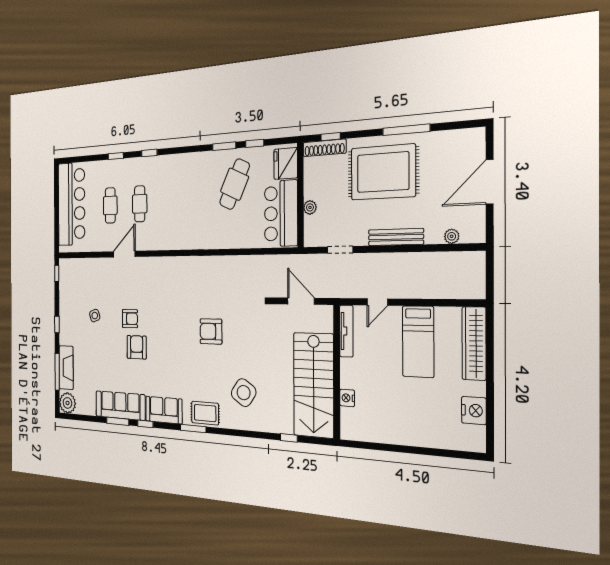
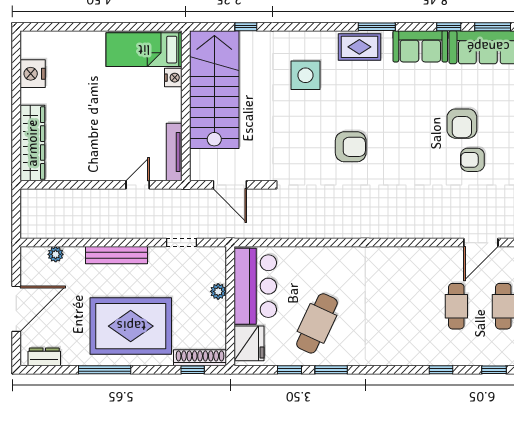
dresser: (462, 137) -> (44, 357), added
bed: (418, 342) -> (144, 50), moved, turned -90
side table: (244, 393) -> (305, 75), turned -34

